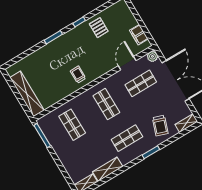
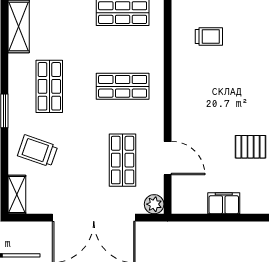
filing cabinet: (139, 35) -> (224, 203), moved
trolley: (78, 75) -> (209, 37), moved

